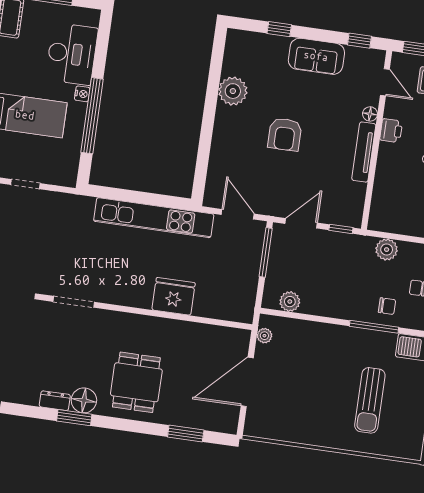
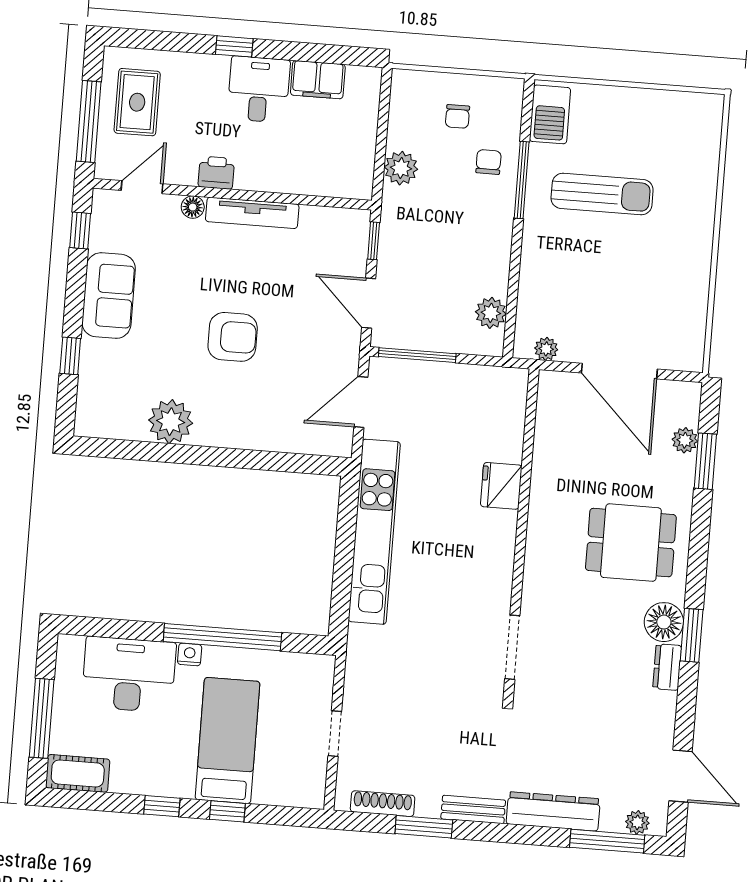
fridge: (174, 296) -> (501, 486), width x0.73, depth x0.75
sun lounger: (370, 400) -> (602, 194), moved
plant: (200, 421) -> (685, 440), added

